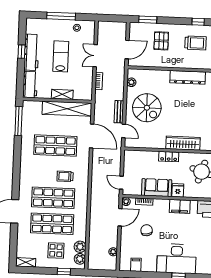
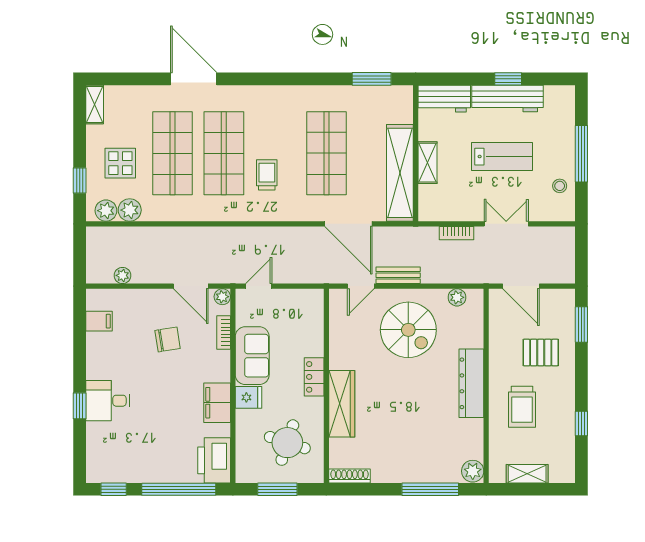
trolley: (195, 43) -> (522, 407), moved
dresser: (188, 77) -> (471, 383), moved
spiral stairs: (147, 108) -> (408, 330), turned -90
window: (19, 121) -> (372, 79), width x0.69
door: (92, 136) -> (348, 224), hinge flipped
desk: (177, 259) -> (108, 401), width x0.53, depth x0.77

